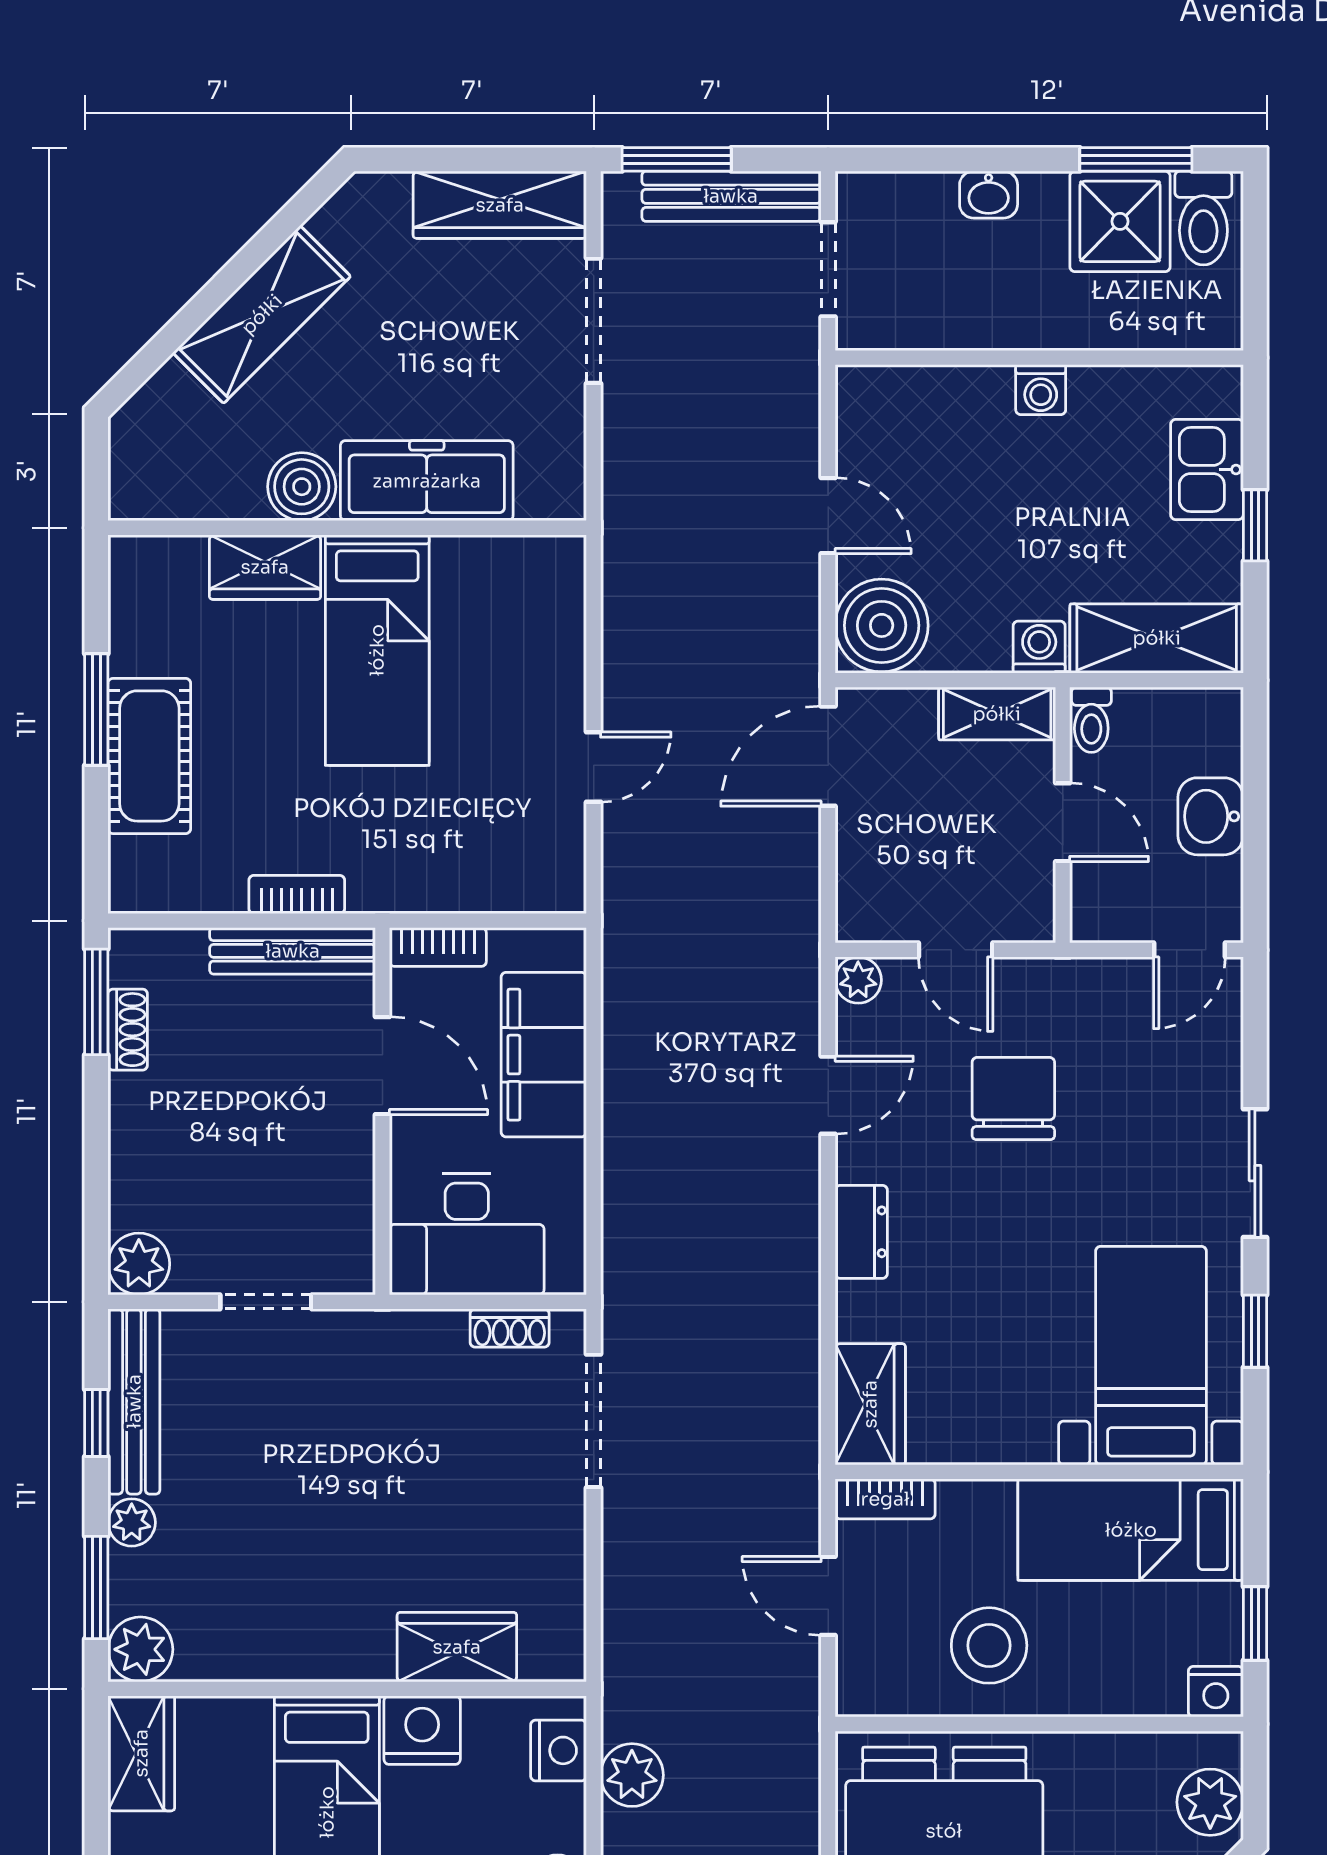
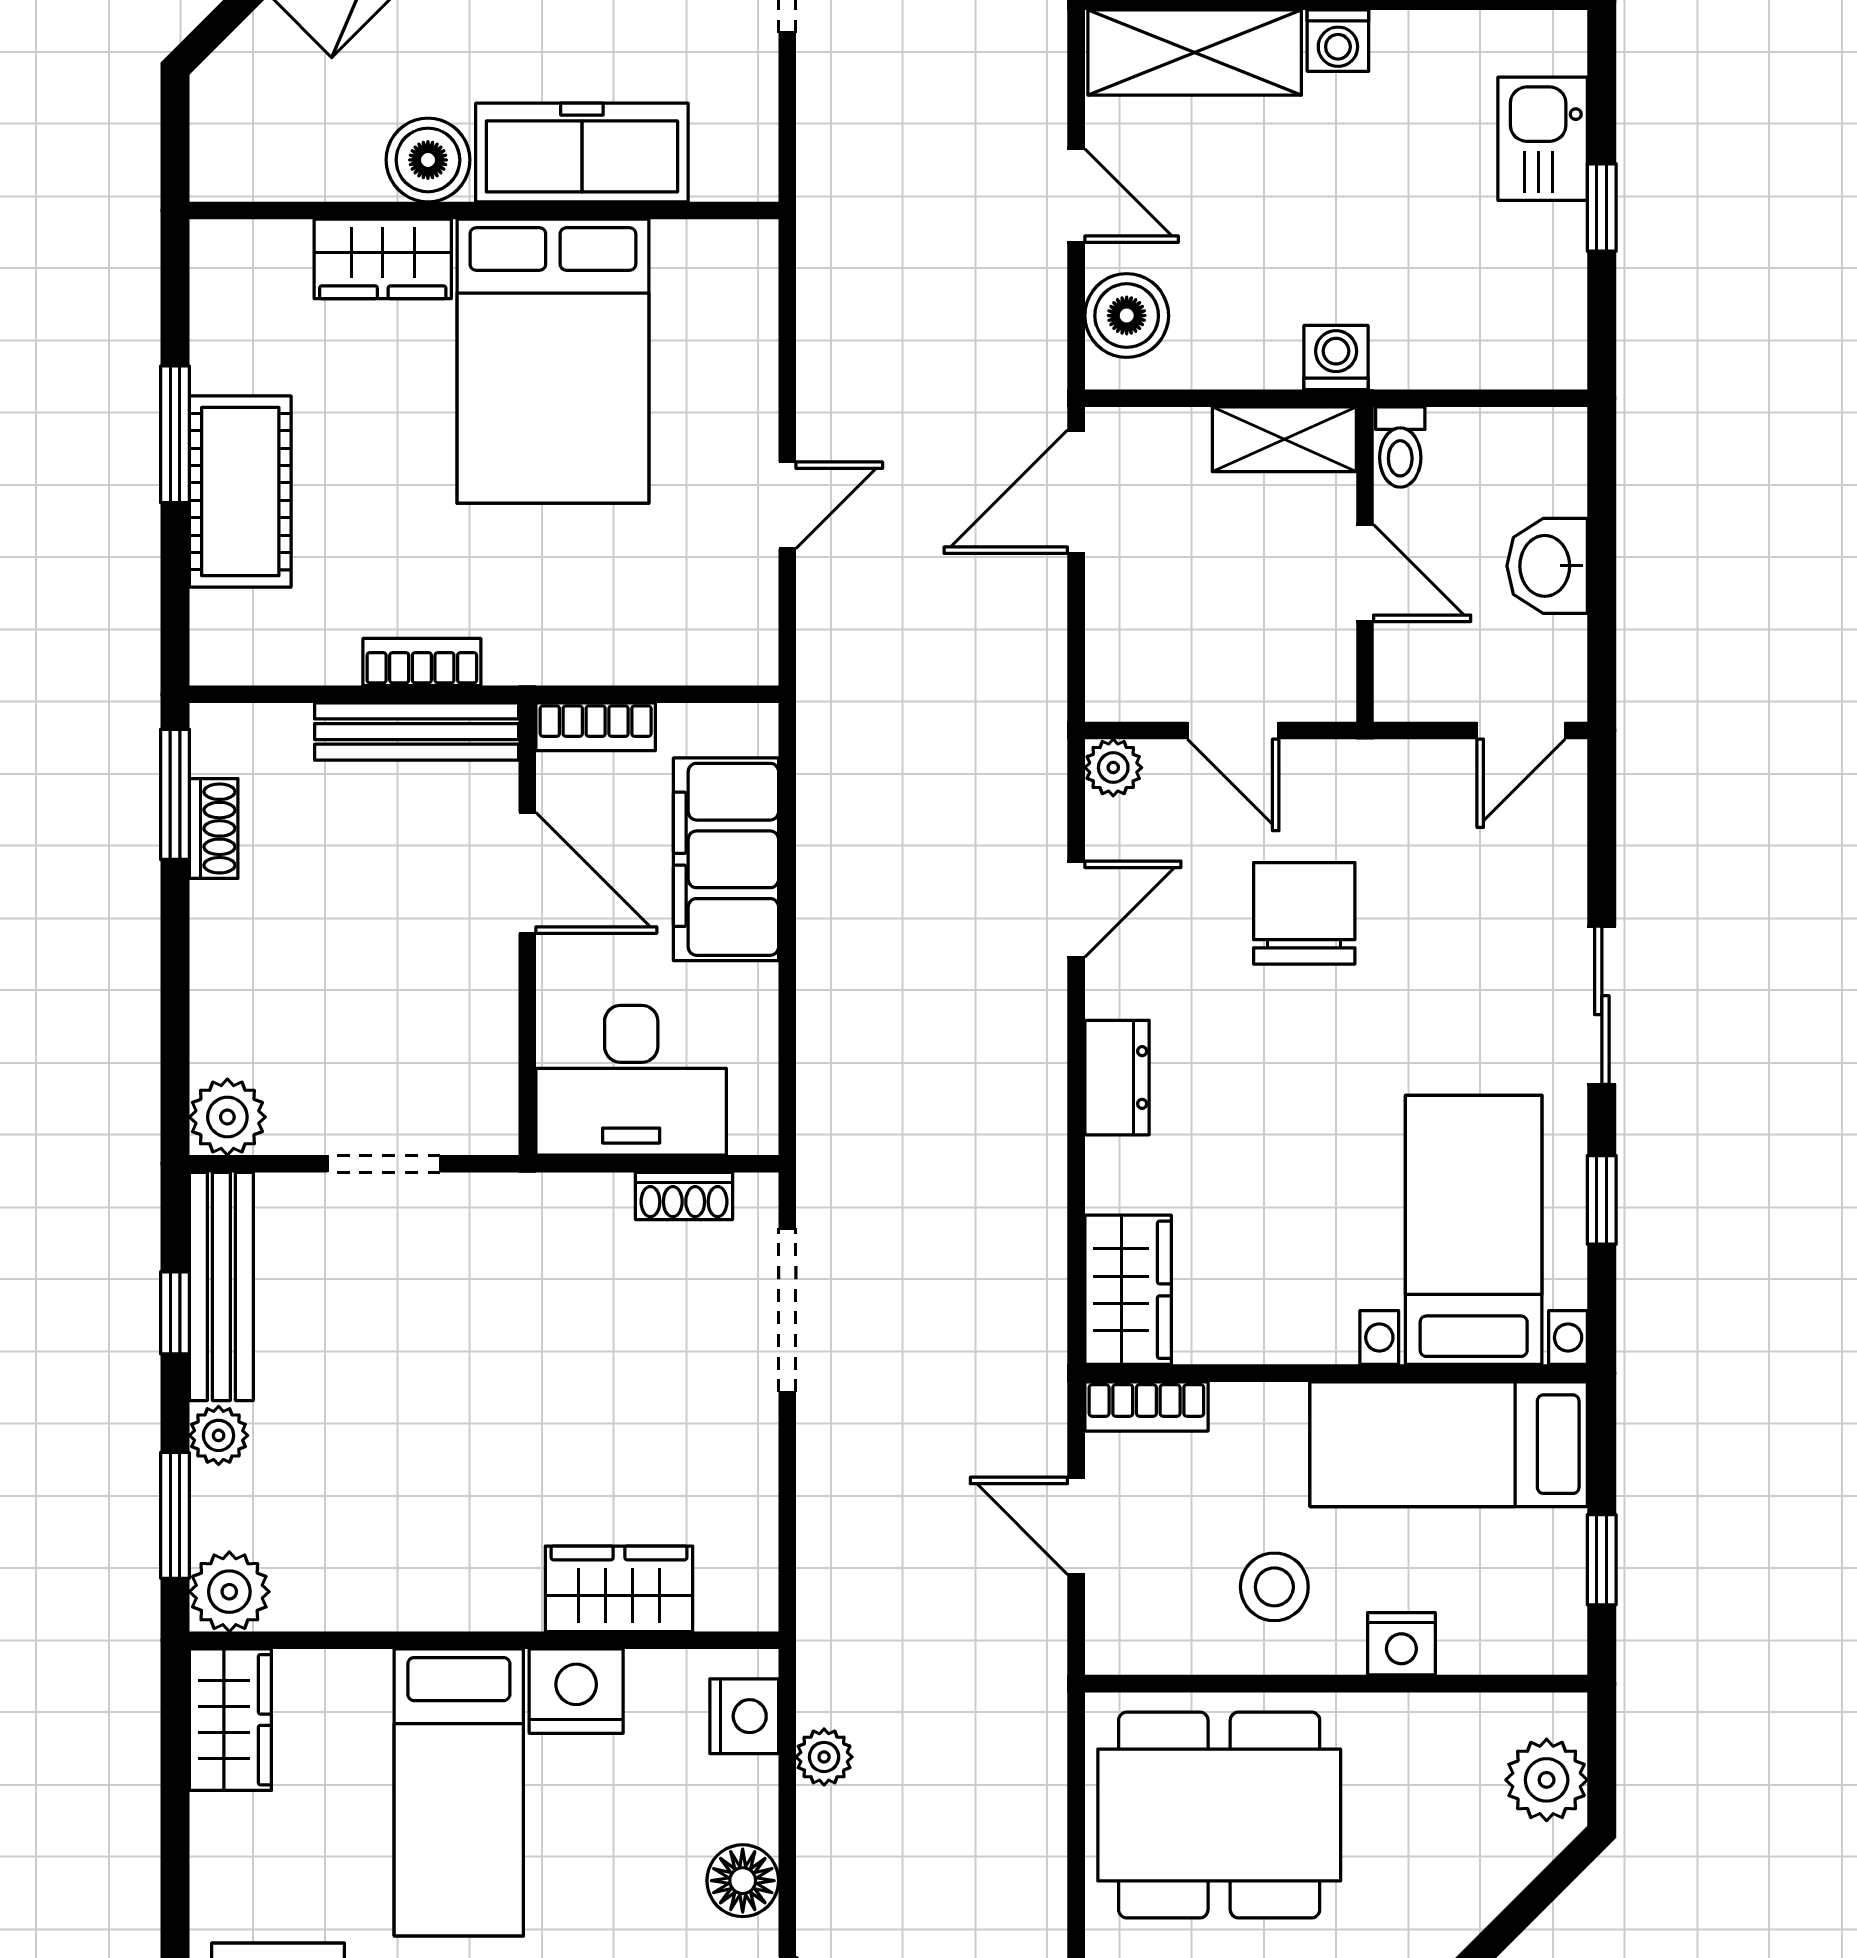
boiler: (882, 625) -> (1127, 316), width x0.73, depth x0.73
shelving: (1157, 638) -> (1195, 52), moved
bed: (377, 650) -> (553, 361), width x1.50
stool: (989, 1645) -> (1274, 1587), width x0.73, depth x0.73
nightstand: (1216, 1692) -> (1401, 1644), moved
plant: (632, 1775) -> (824, 1757), width x0.73, depth x0.73

